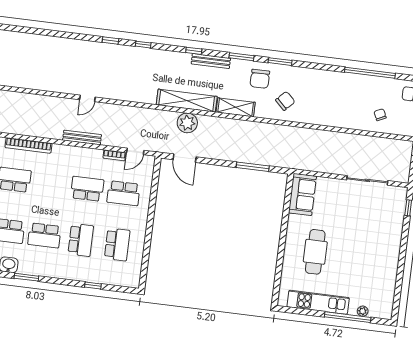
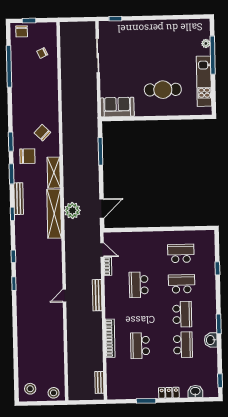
door: (87, 98) -> (64, 296), swing flipped
school desk: (123, 193) -> (138, 254), removed

